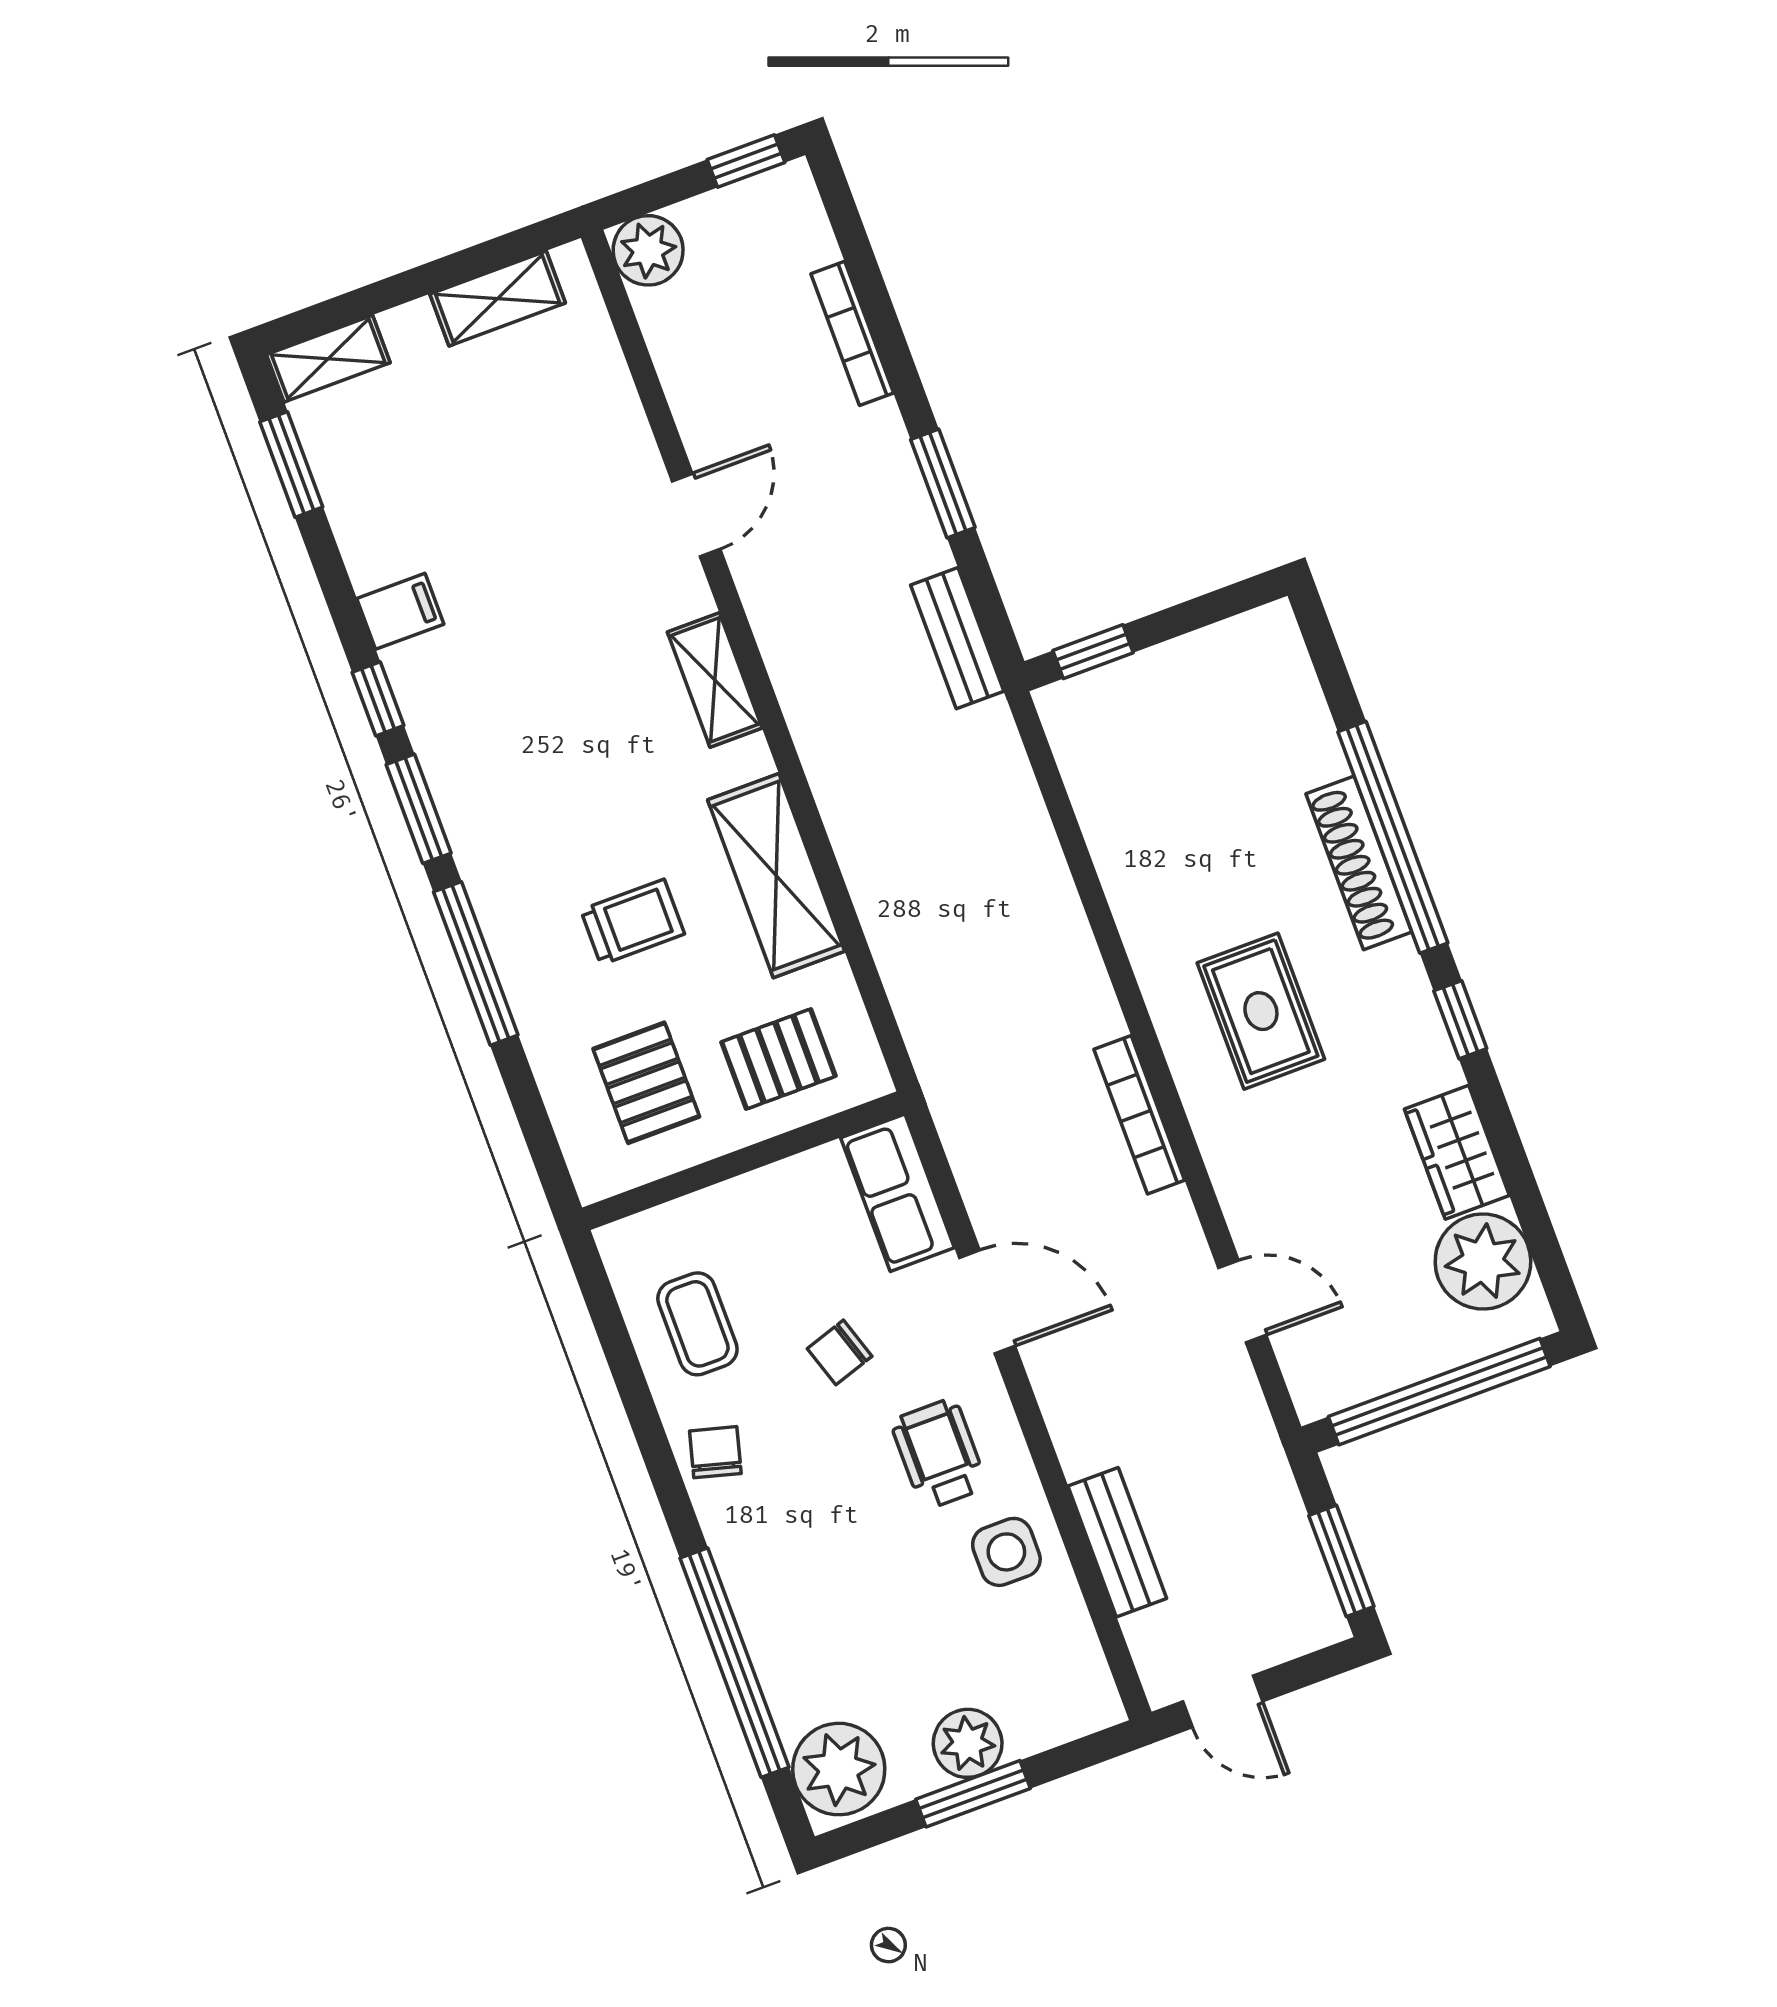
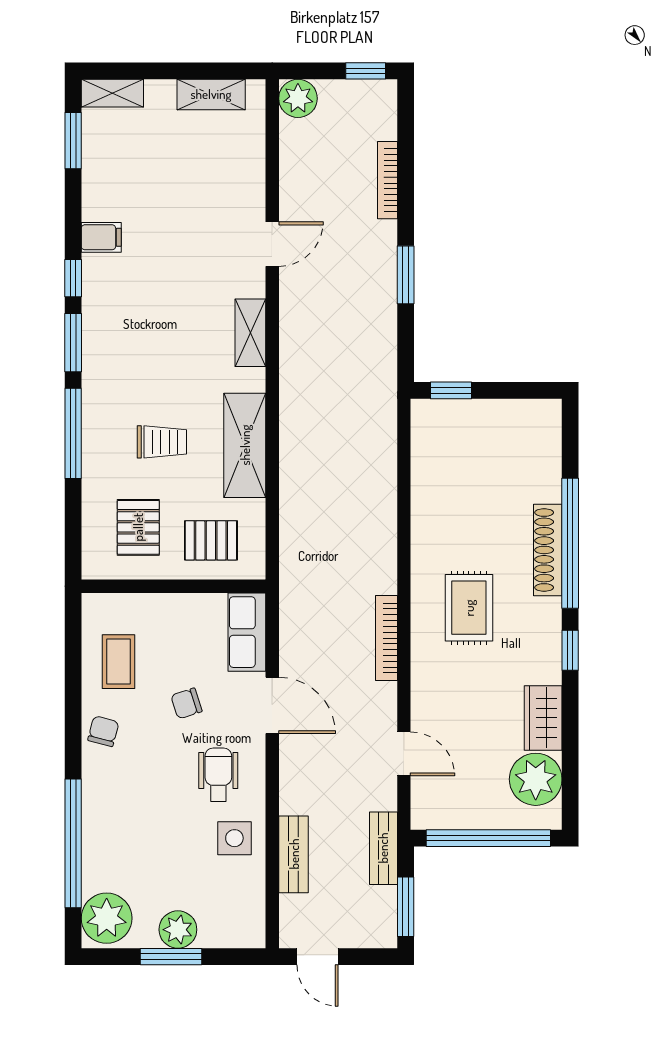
bench: (957, 638) -> (383, 848), moved

